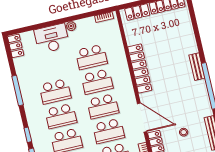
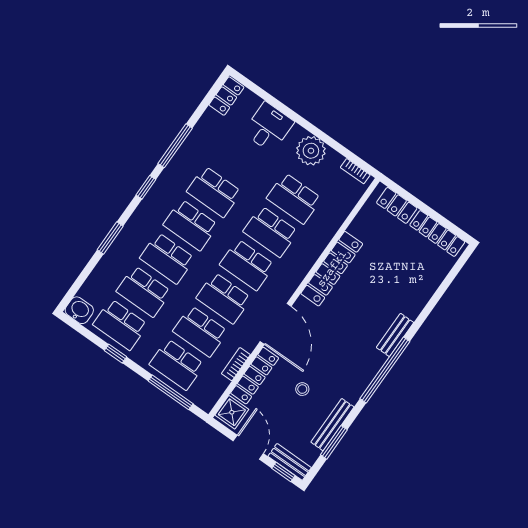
plant: (71, 26) -> (311, 151), width x1.87, depth x1.87
desk: (52, 38) -> (268, 127), width x0.73
window: (28, 135) -> (146, 187), moved

